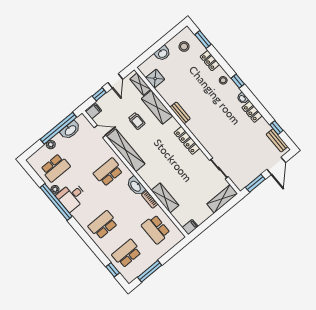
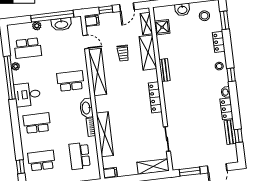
bench: (277, 140) -> (230, 132), moved
desk: (72, 197) -> (27, 95), moved
shelving: (165, 198) -> (105, 134), width x1.47

